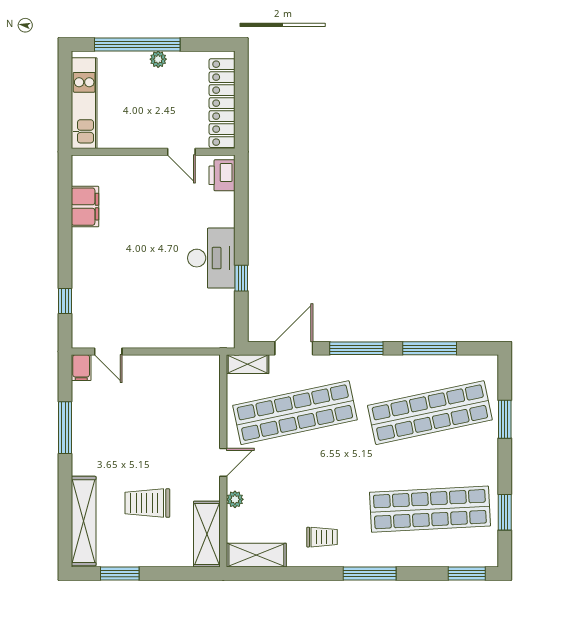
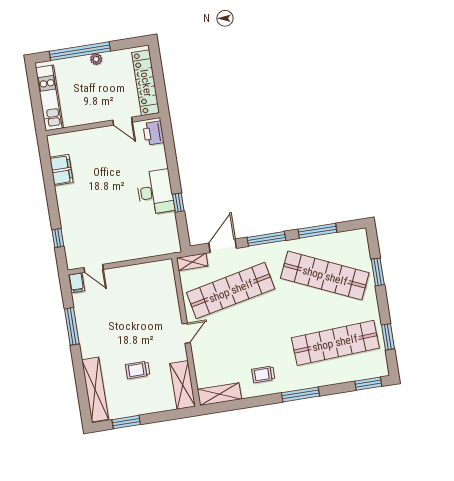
shop shelf: (430, 413) -> (325, 276), turned 36
plant: (235, 499) -> (198, 358), removed
trolley: (147, 503) -> (138, 370), width x0.73, depth x0.72
trolley: (322, 537) -> (263, 374), turned 180

